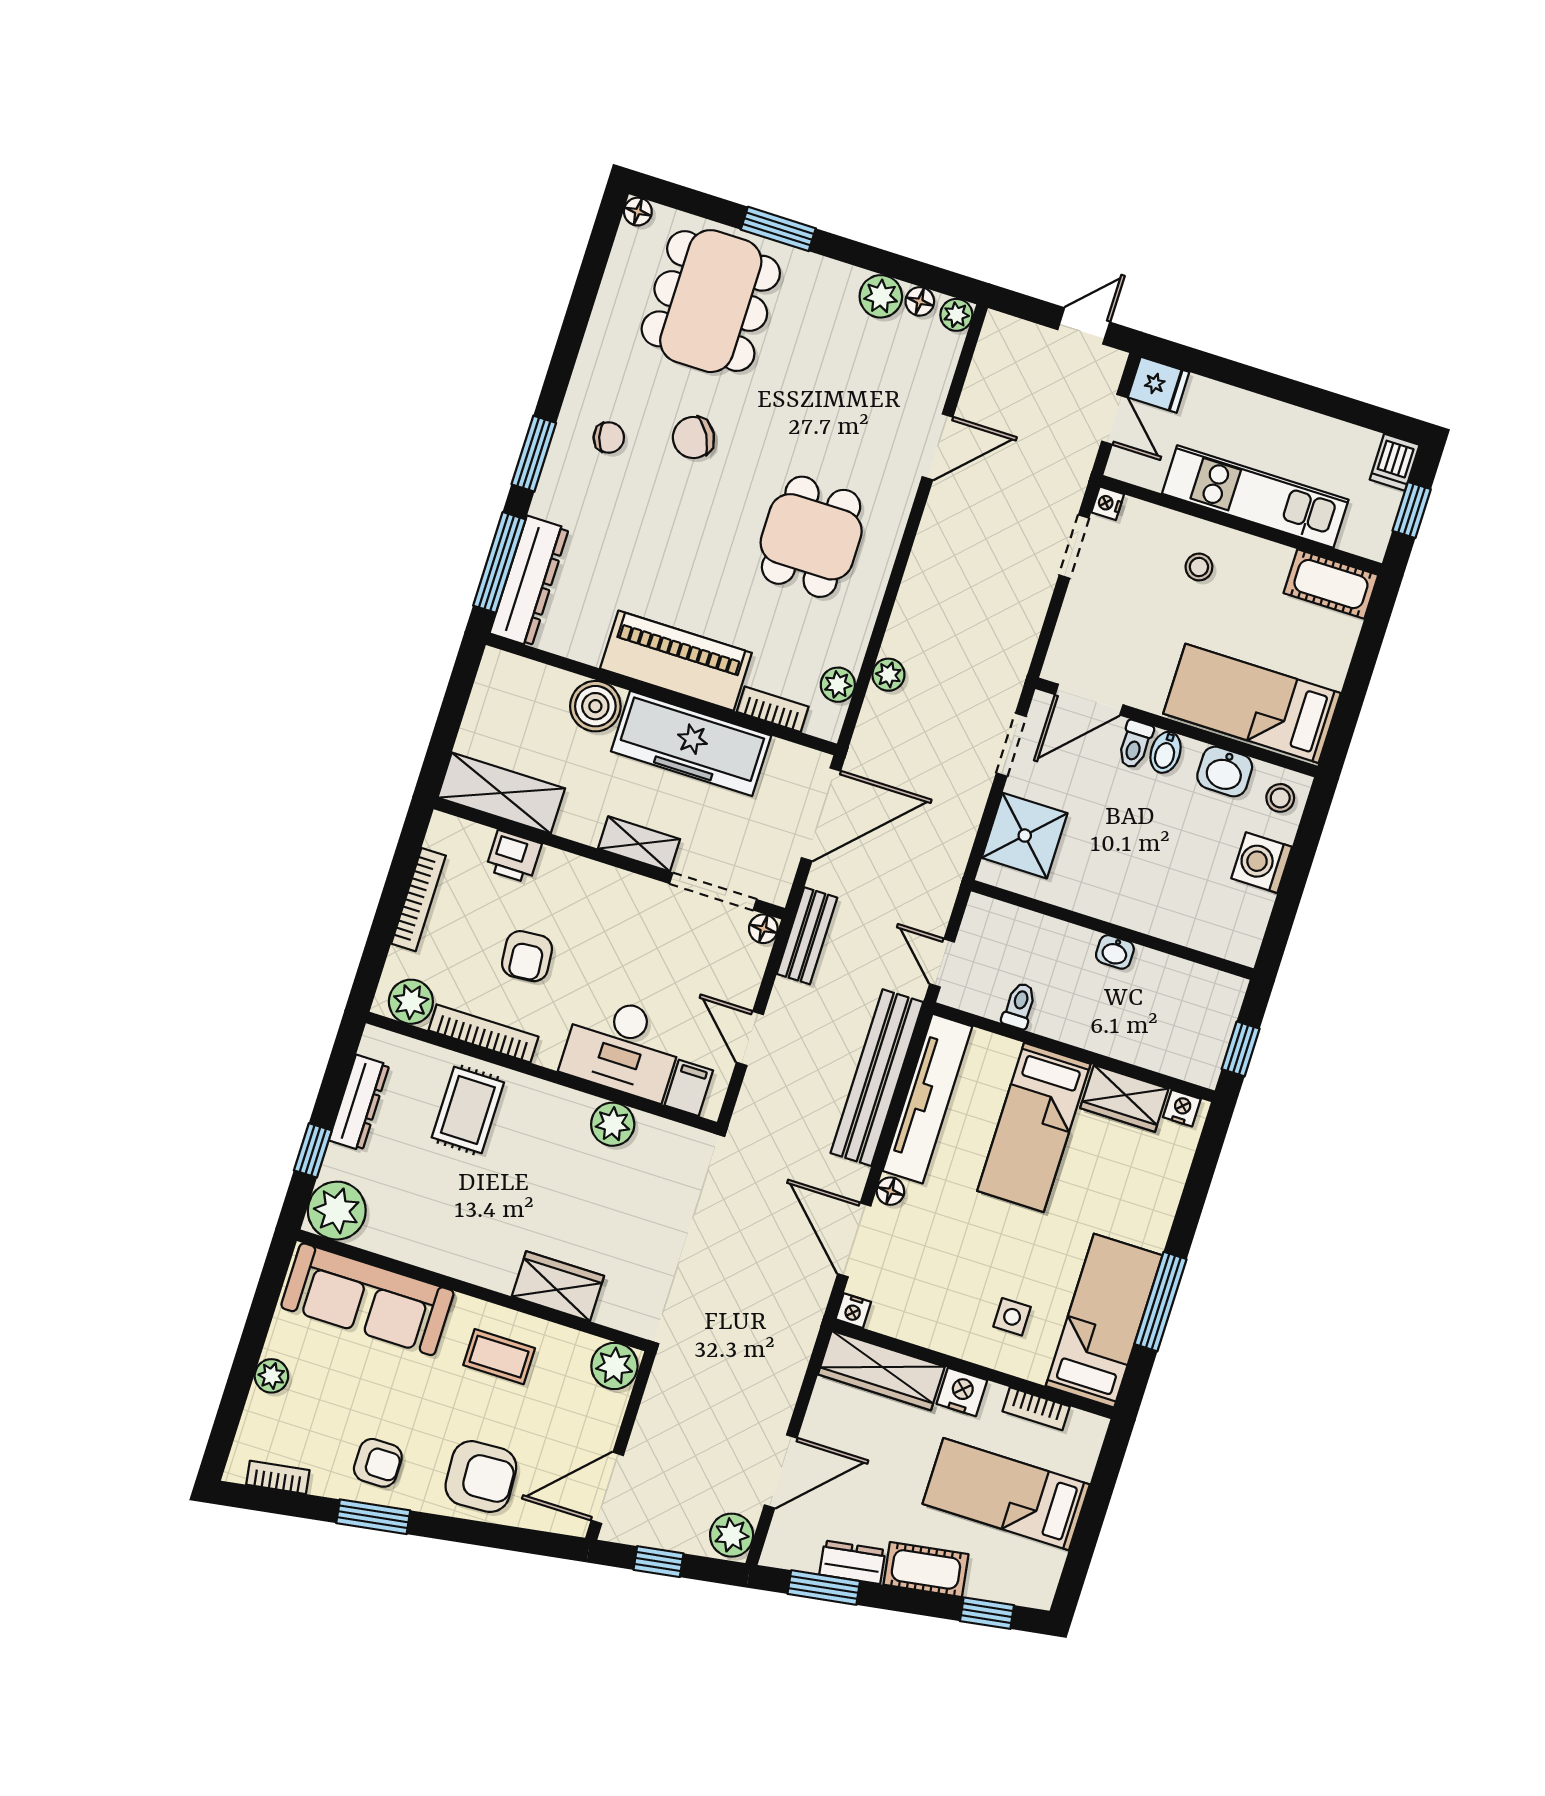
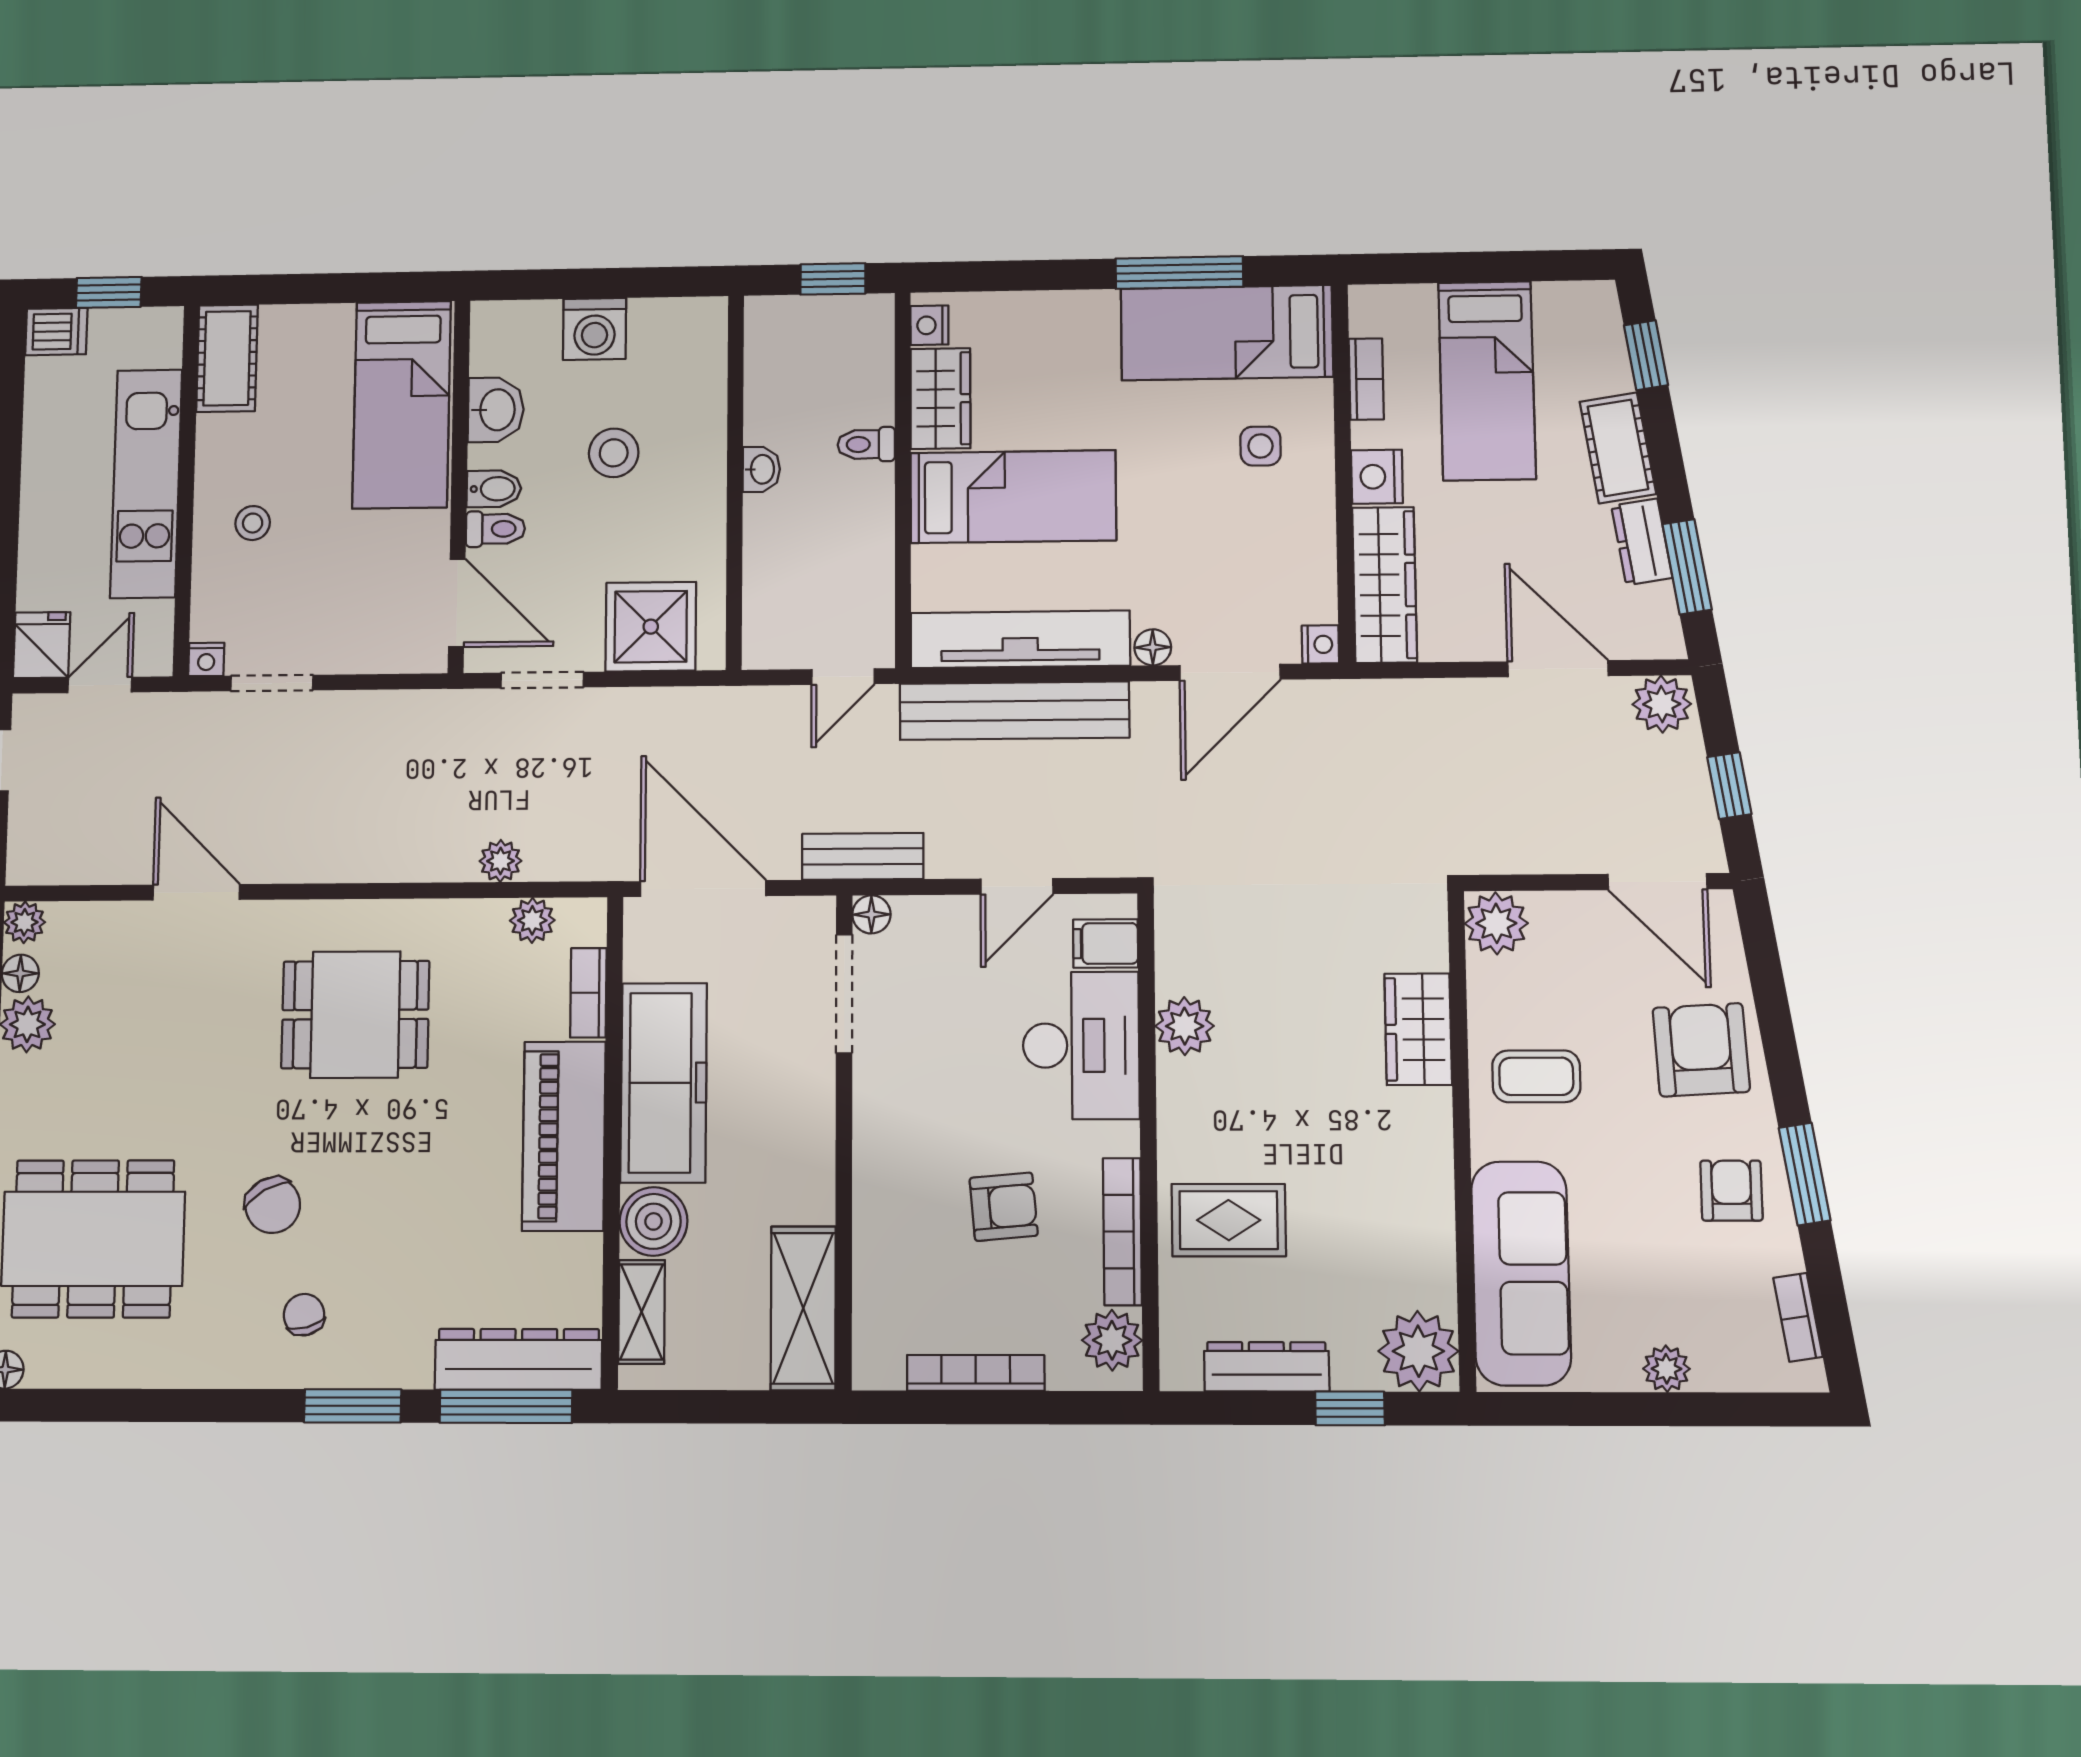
stool: (1280, 798) -> (614, 453), moved, width x1.37, depth x1.37
shelving: (639, 844) -> (642, 1312), moved
printer: (514, 857) -> (880, 1266), removed
toilet: (1019, 1006) -> (866, 444), moved
coffee table: (499, 1357) -> (1536, 1076), turned 90

